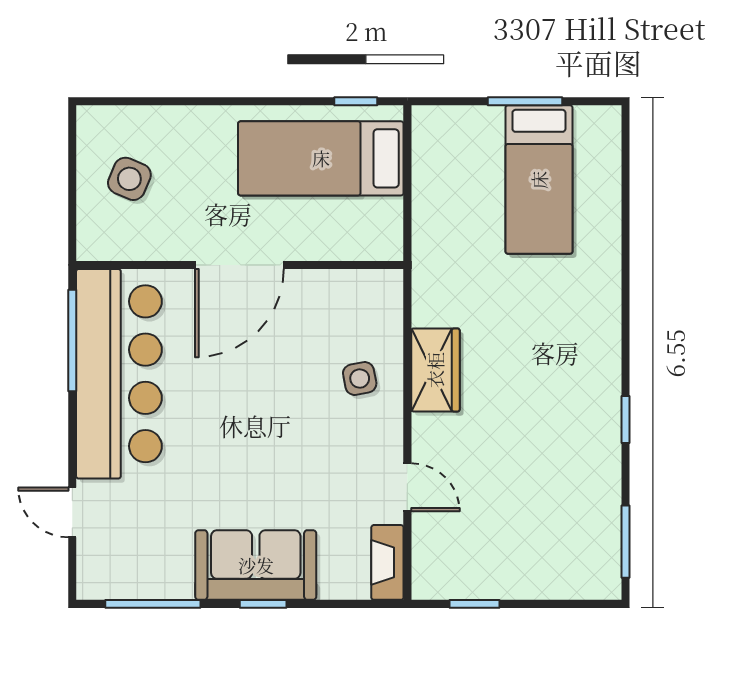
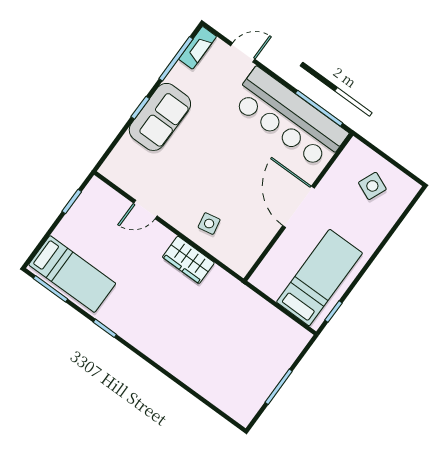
bed: (539, 180) -> (72, 274), moved, turned 180
fireplace: (387, 562) -> (198, 48), moved, turned 90

